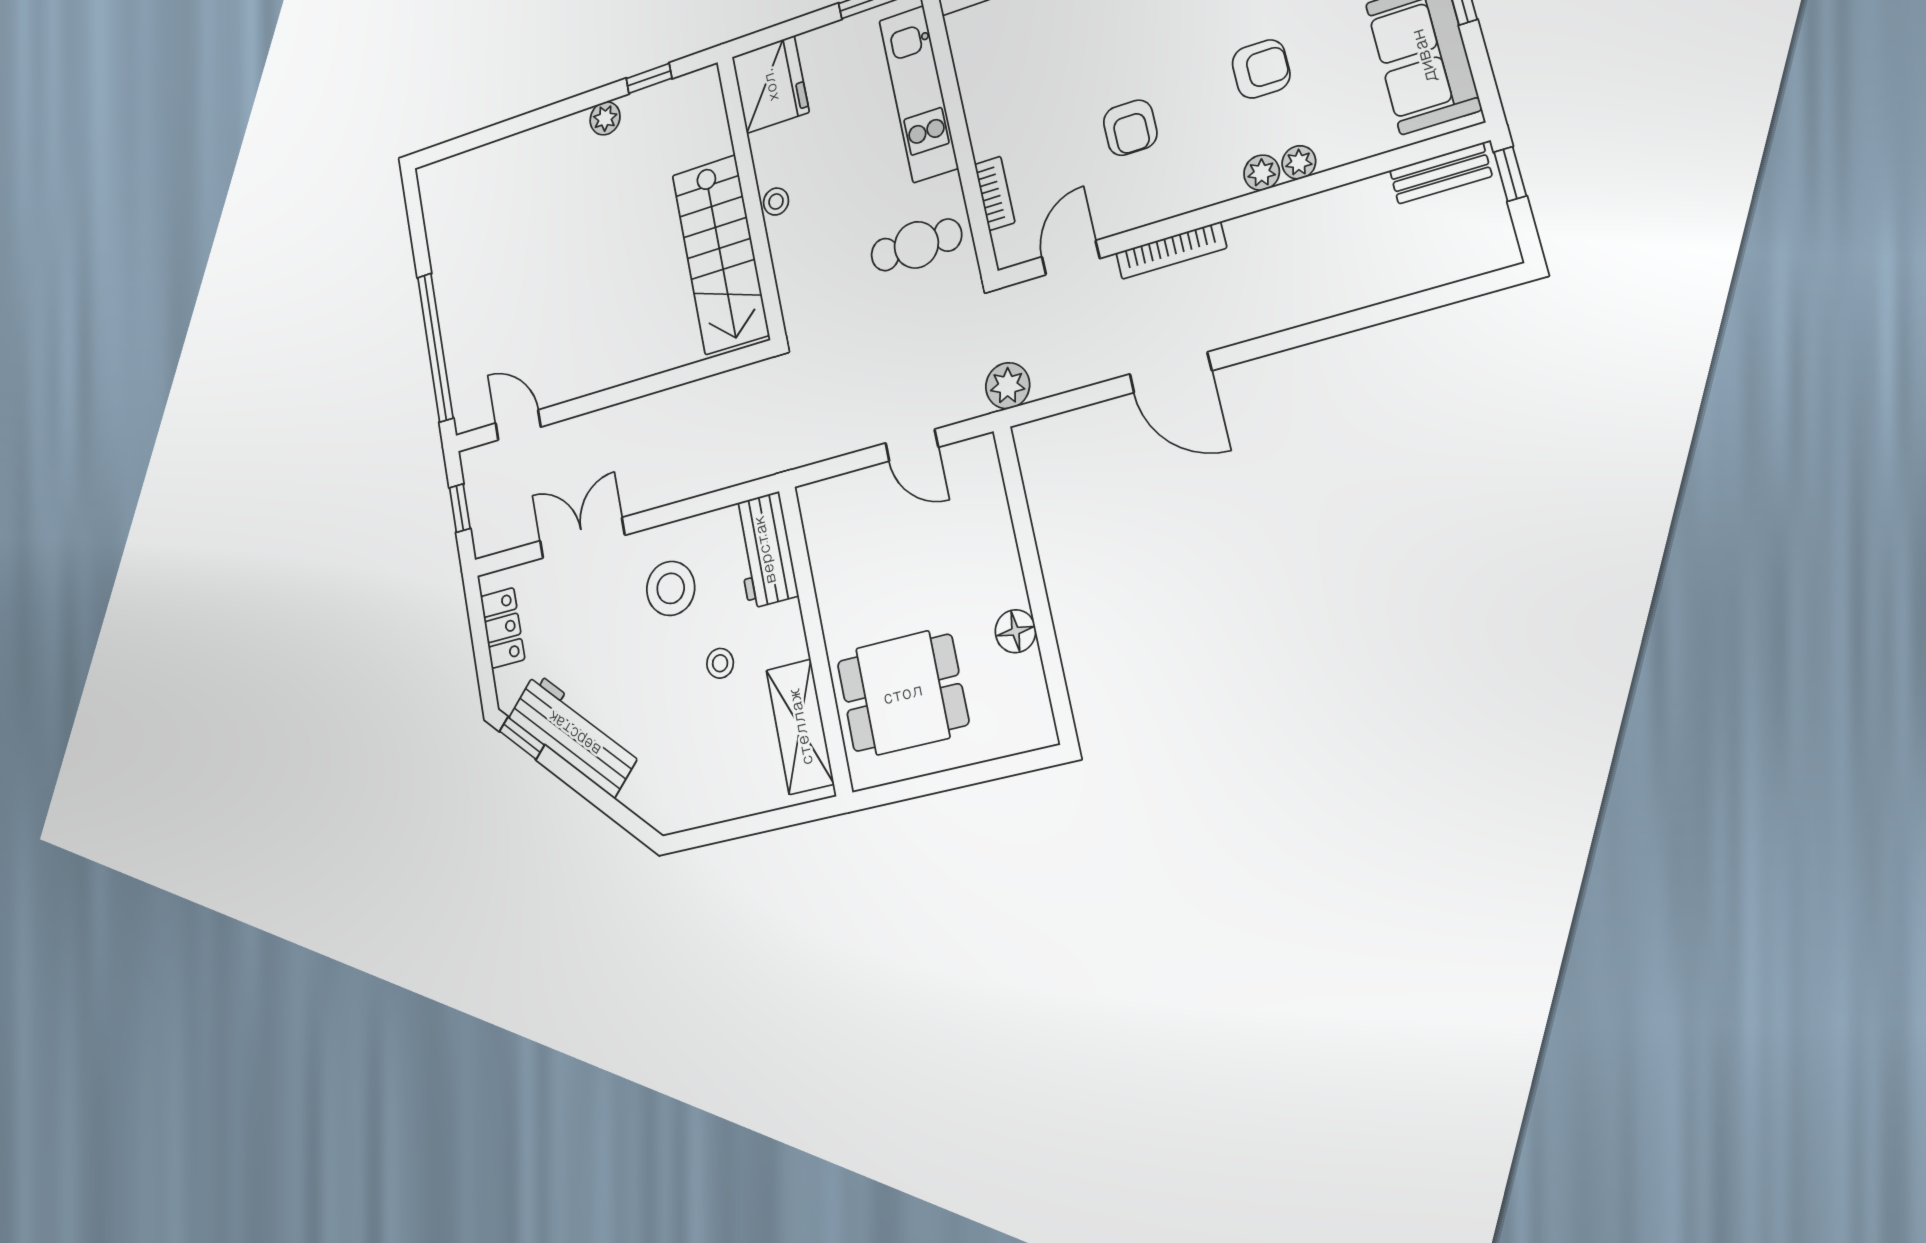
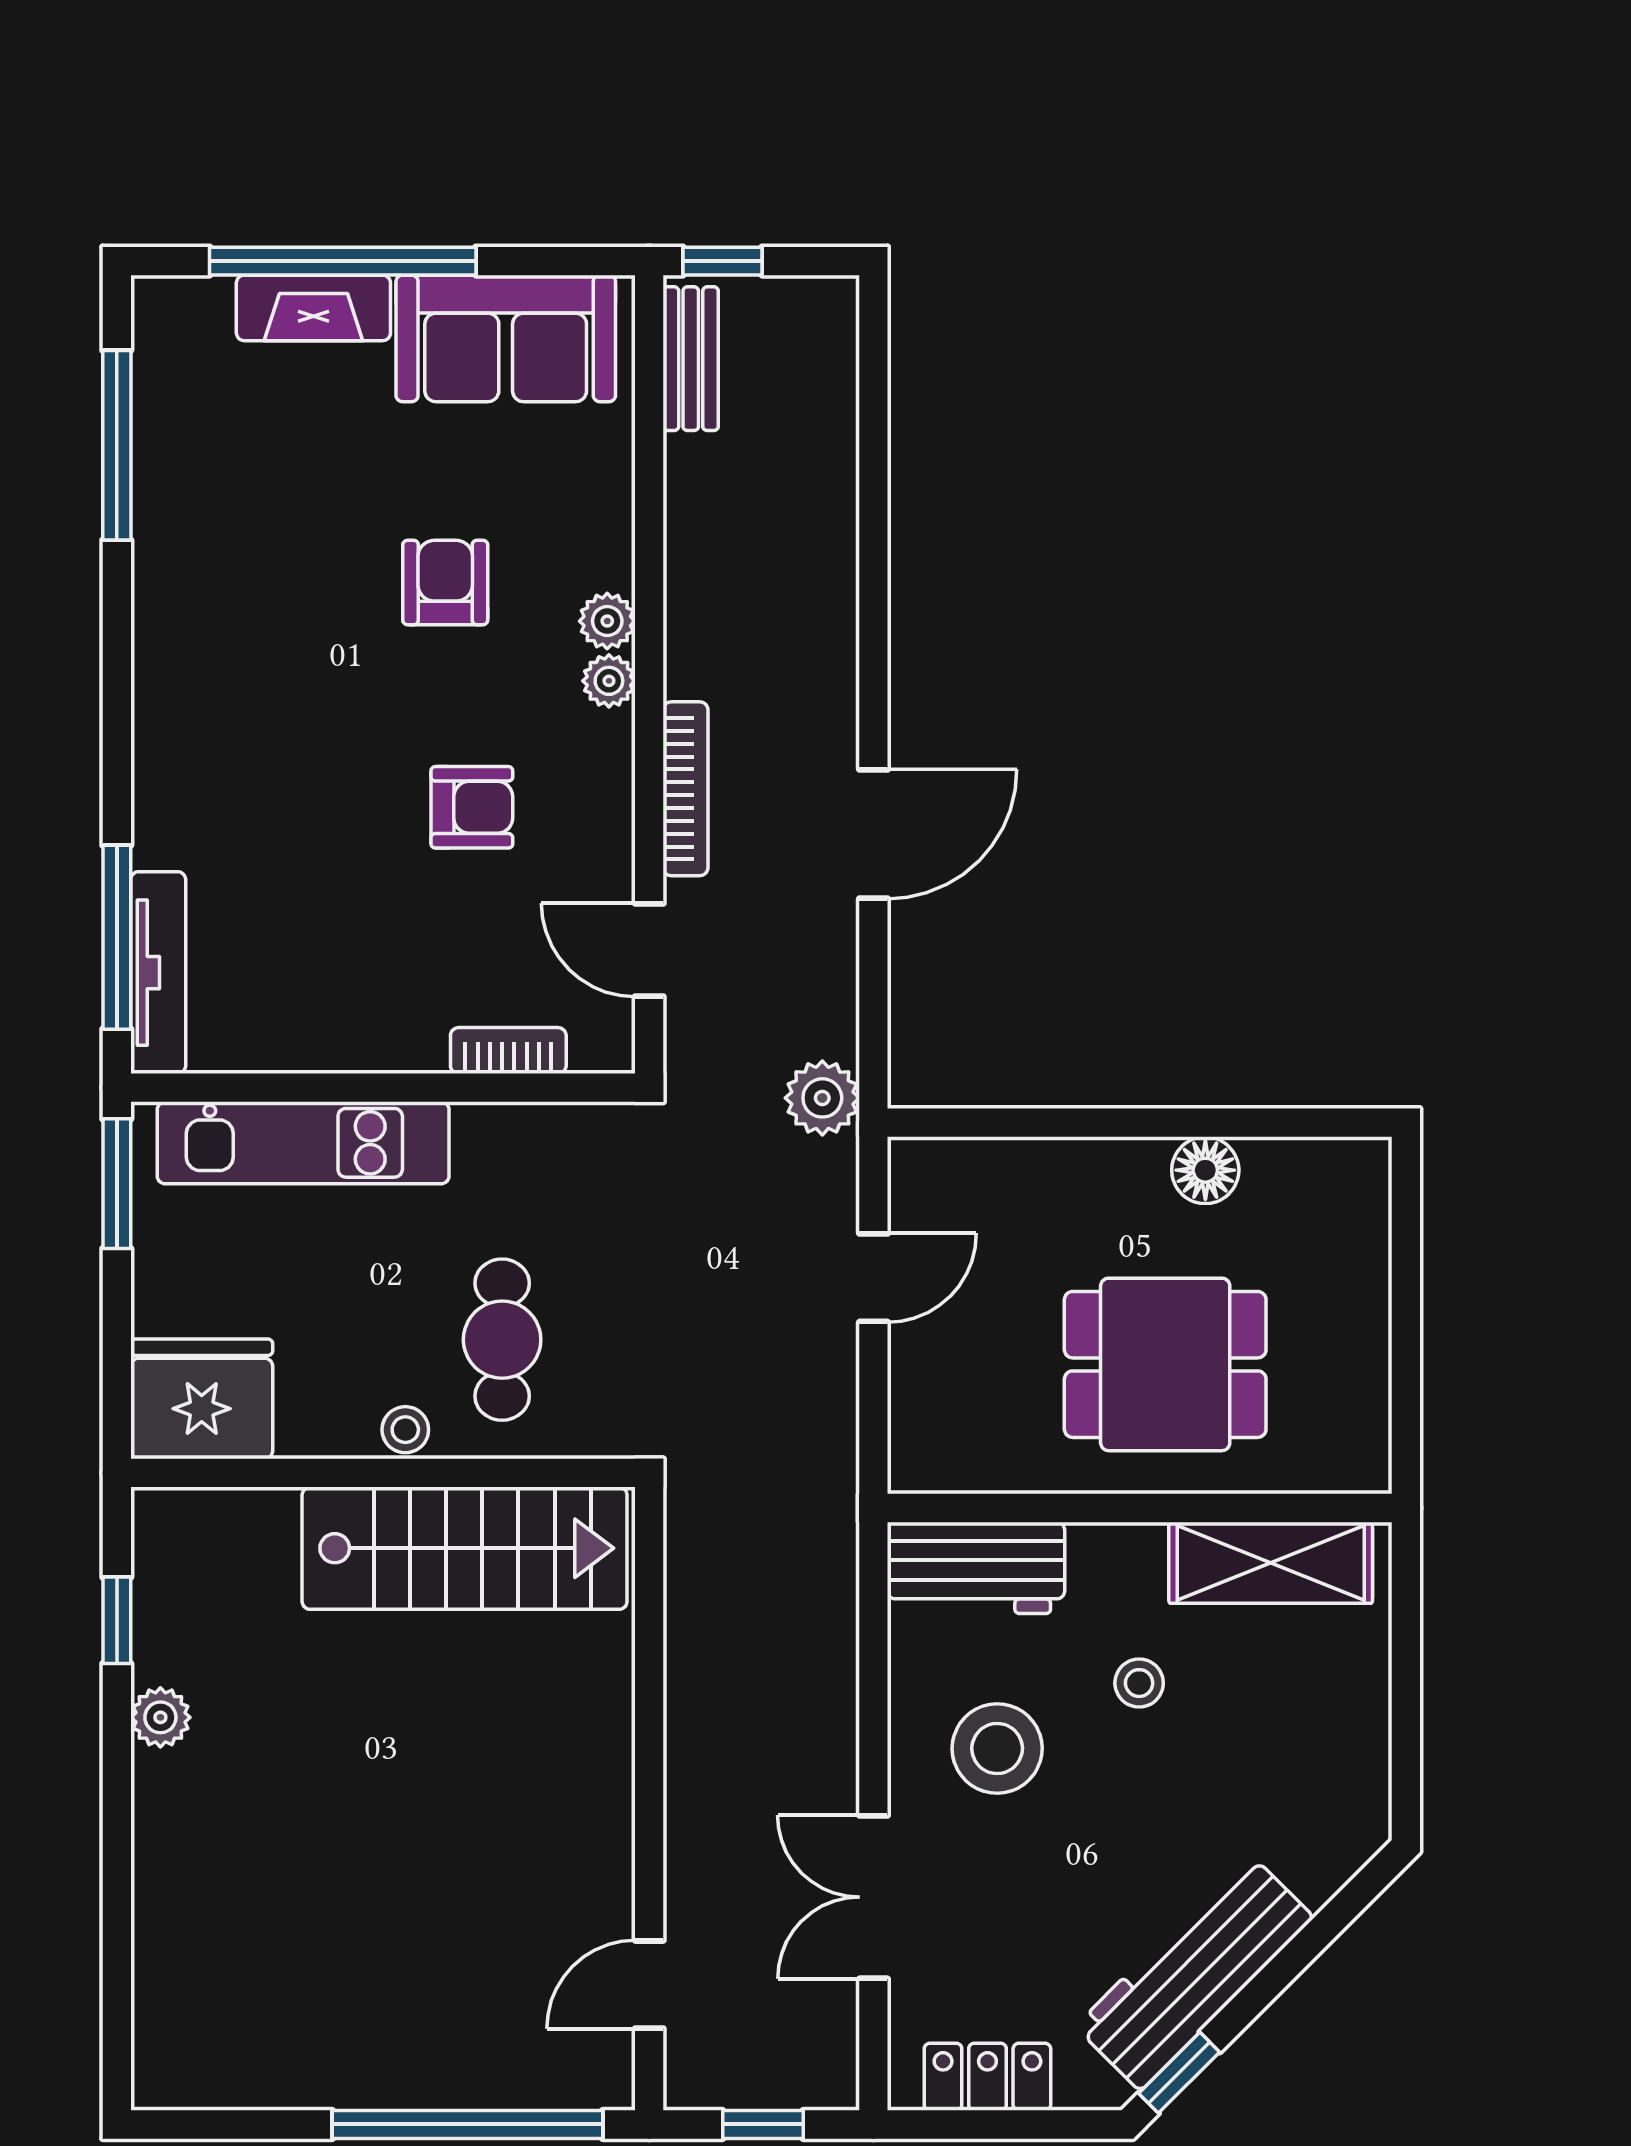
plant: (1299, 162) -> (609, 681), moved
cafe table: (916, 245) -> (502, 1340), moved
dining table: (903, 693) -> (1165, 1364), moved, turned 90

